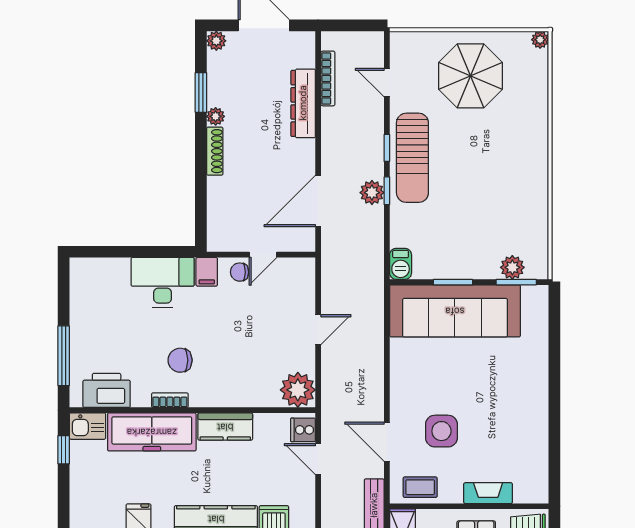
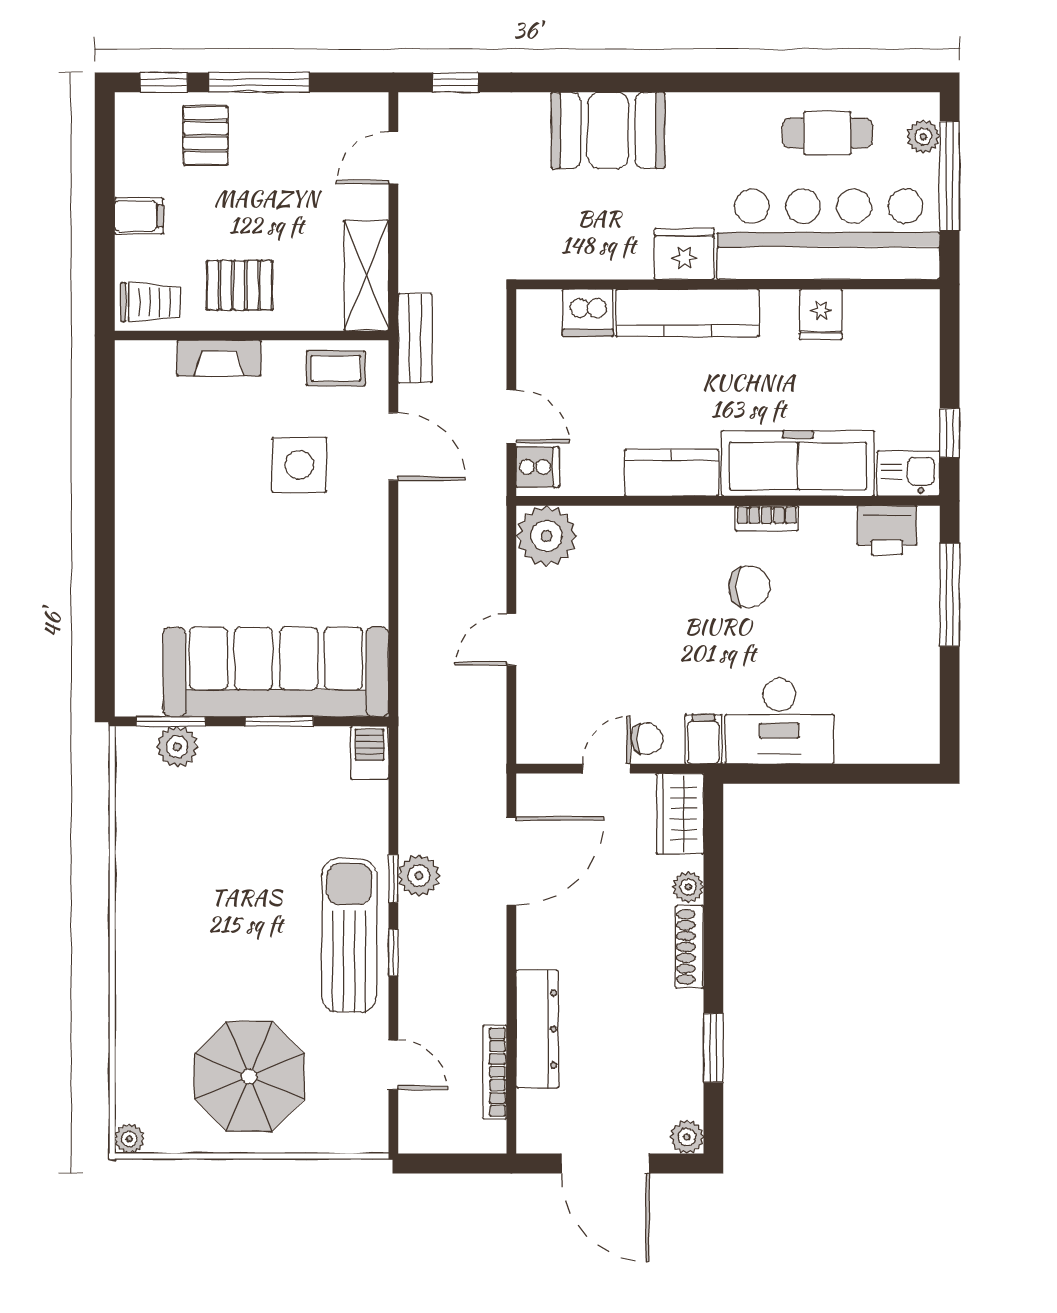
plant: (216, 116) -> (688, 887), moved
wardrobe: (220, 228) -> (680, 814), added
printer: (107, 390) -> (887, 530), width x0.73, depth x0.84

